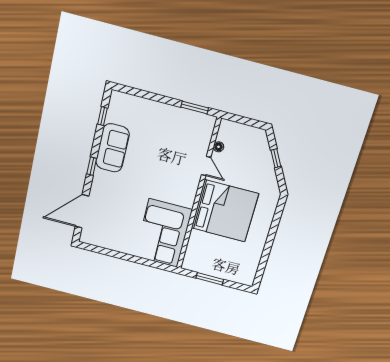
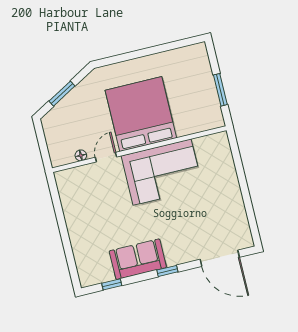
window: (195, 108) -> (56, 199), removed
window: (276, 158) -> (62, 94), width x1.50
corner sofa: (163, 233) -> (162, 172), moved

